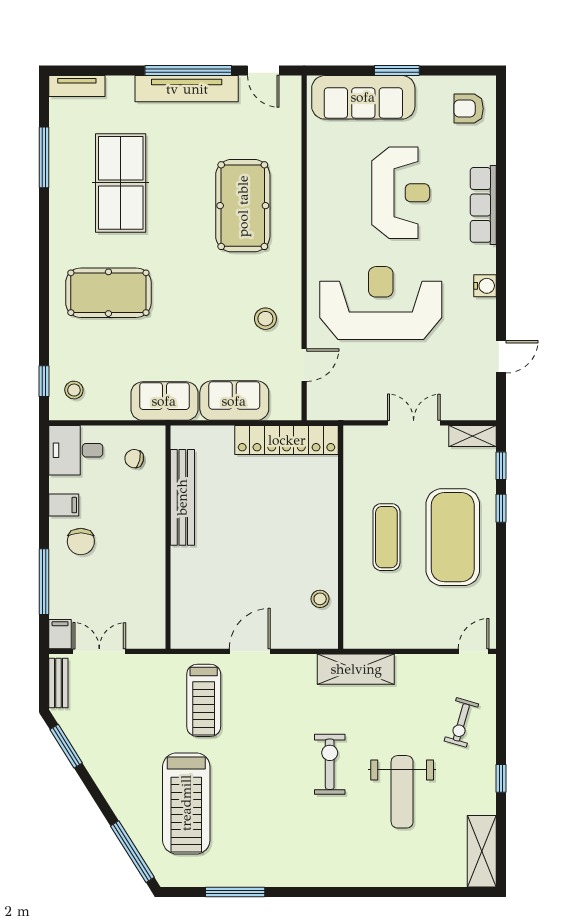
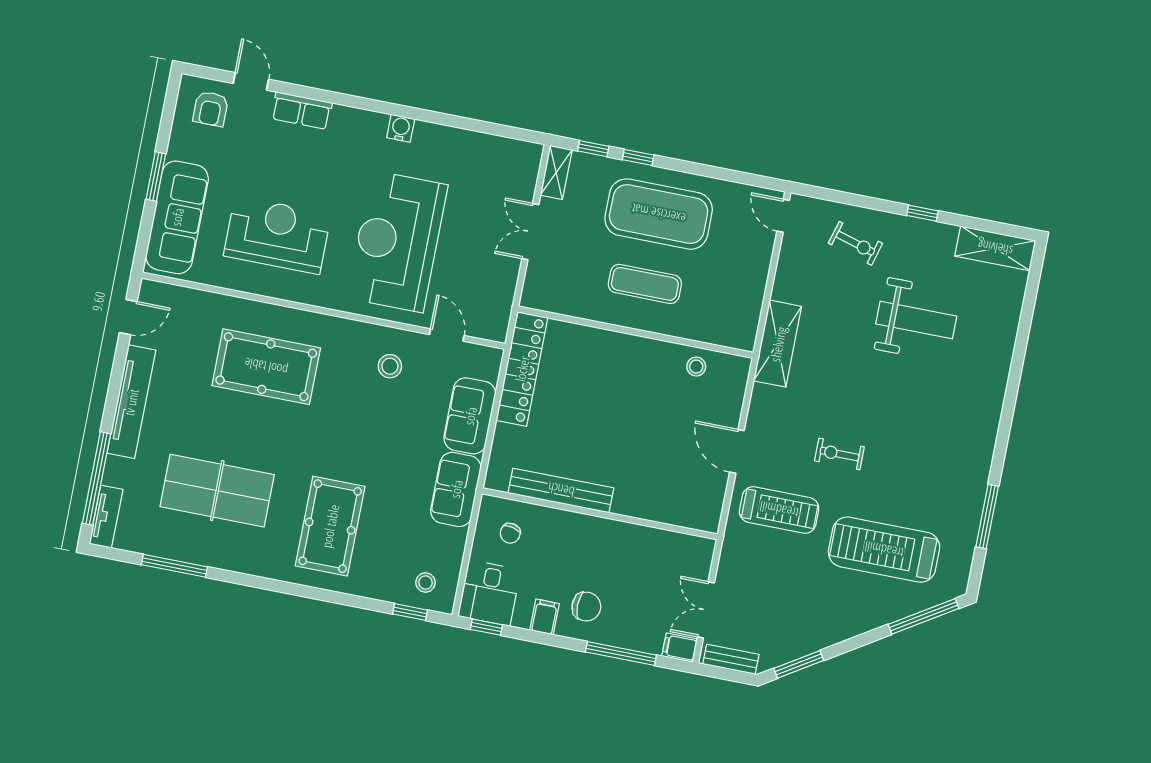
window: (188, 71) -> (97, 478), moved
reception desk: (401, 193) -> (277, 235), moved
row of seats: (483, 205) -> (302, 111), width x0.68
door: (501, 357) -> (251, 81), moved
window: (44, 454) -> (486, 627), added
exercise bike: (330, 764) -> (839, 454), moved, width x0.73, depth x0.72
treadmill: (186, 803) -> (884, 550), turned 180

